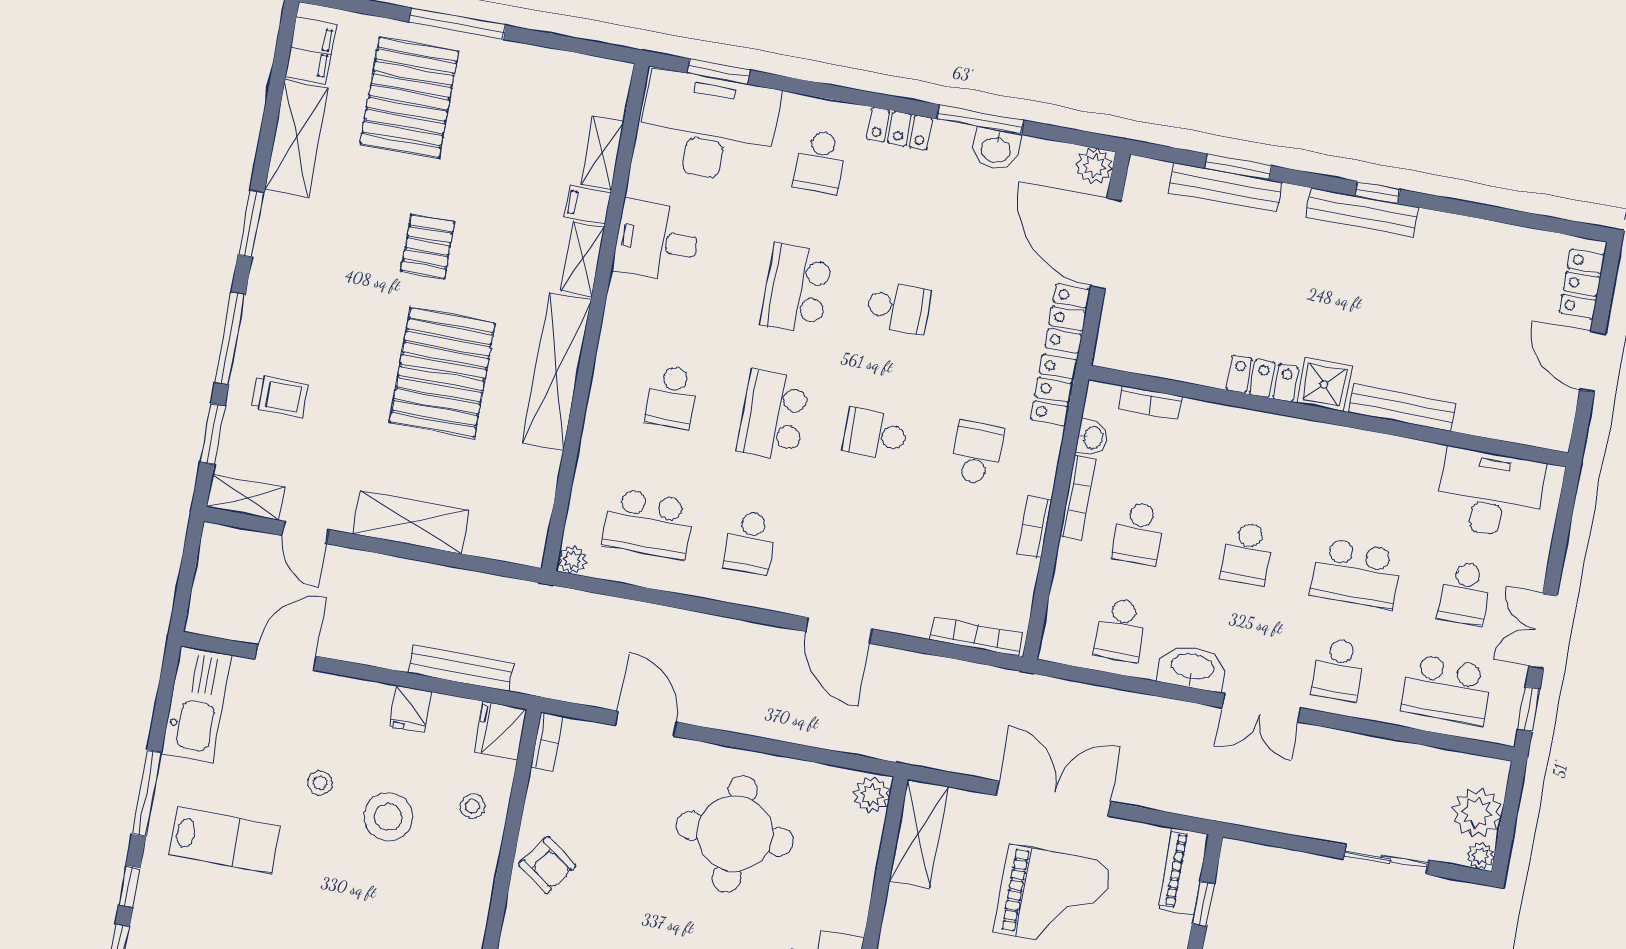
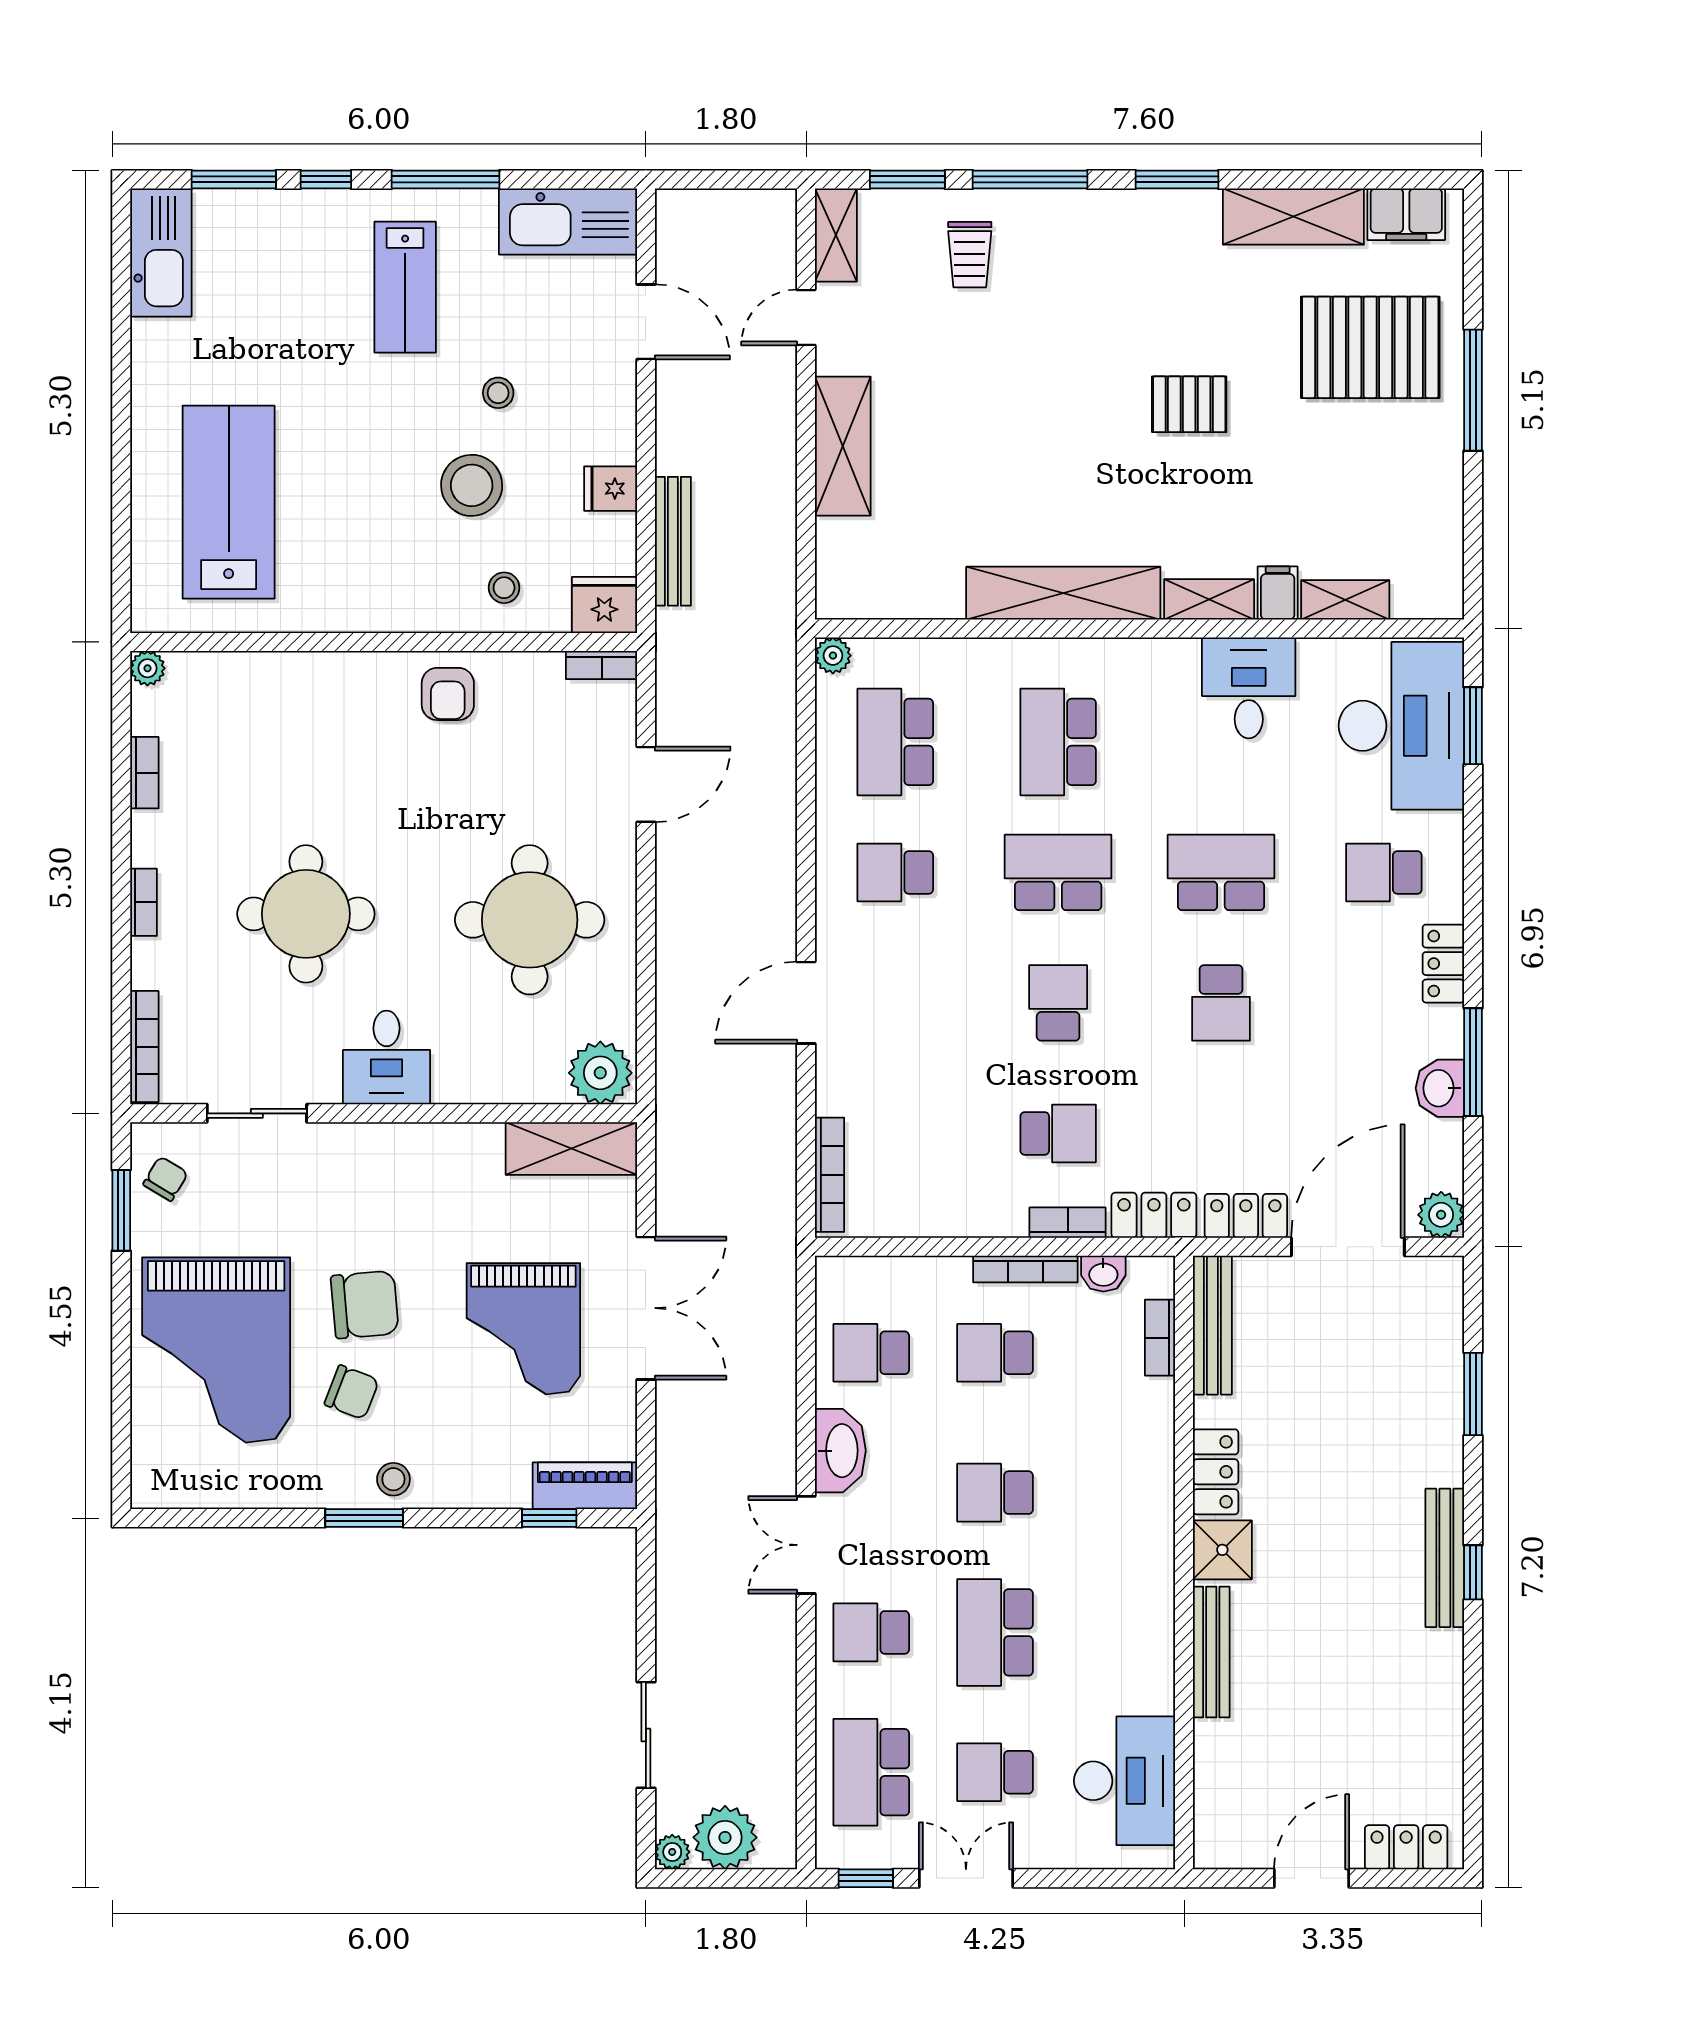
bench: (1225, 187) -> (1212, 1325), moved
pallet: (442, 373) -> (1036, 451), removed
school desk: (672, 397) -> (1058, 742), width x1.85
bookcase: (1035, 527) -> (1068, 1223), moved
plant: (872, 795) -> (600, 1073), width x1.36, depth x1.36
armchair: (547, 865) -> (448, 694), turned -36

